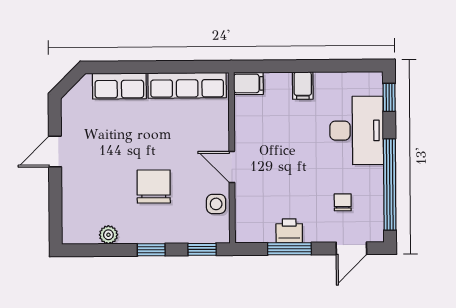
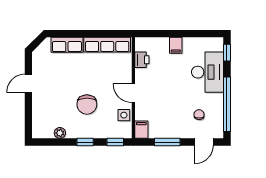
filing cabinet: (248, 83) -> (141, 130), moved, turned -90
chair: (154, 187) -> (87, 105), turned 180
printer: (289, 231) -> (142, 60), moved, turned 90

